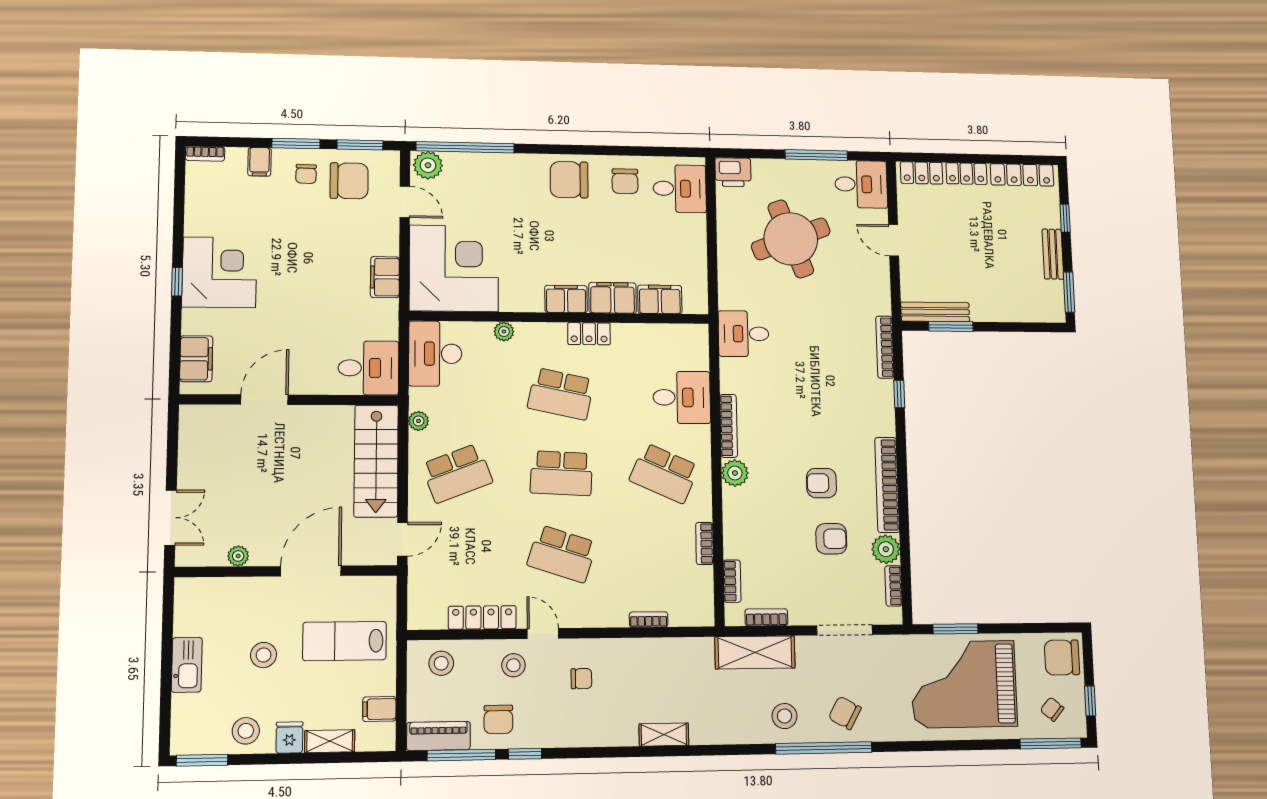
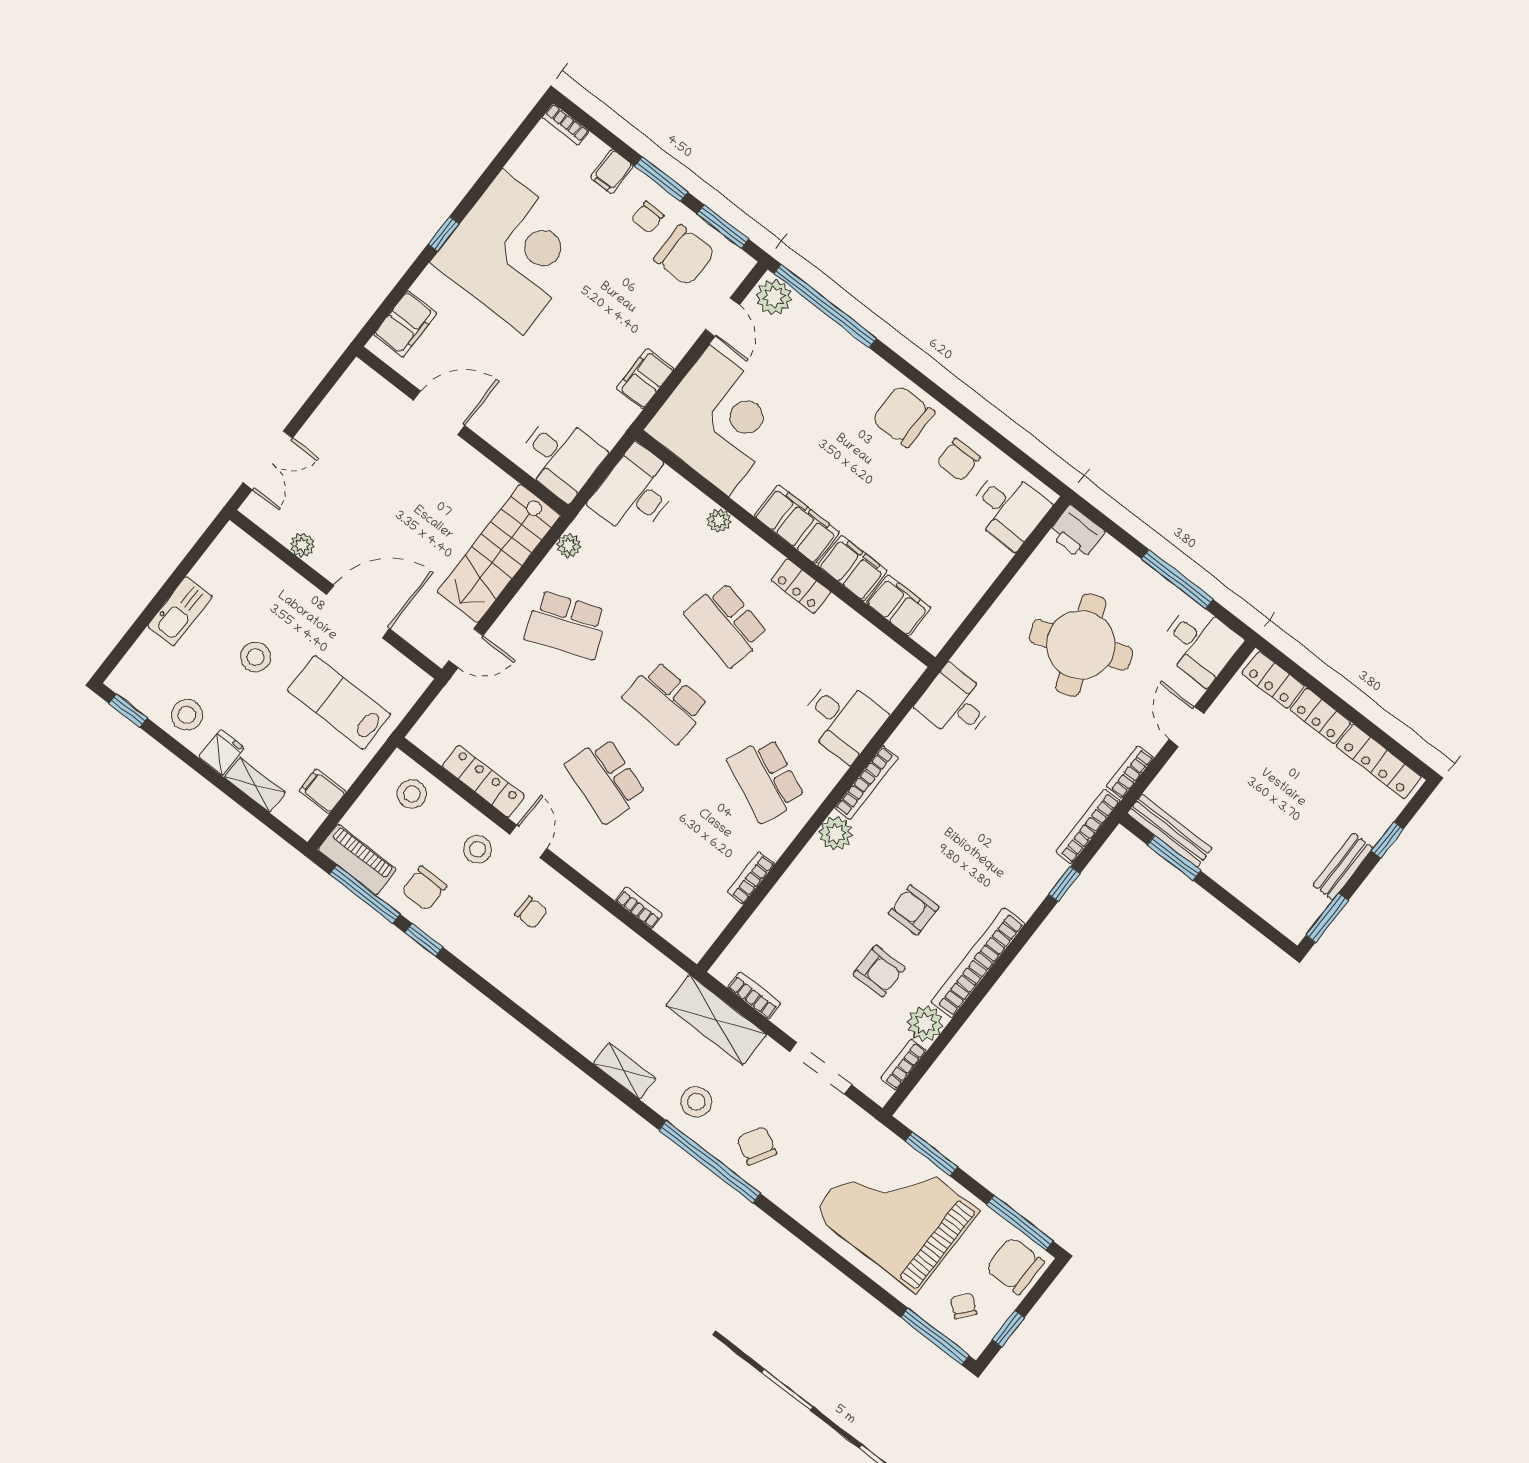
corner desk: (219, 272) -> (513, 252), width x1.36, depth x1.36
filing cabinet: (566, 299) -> (797, 524), width x1.50, depth x1.17
bookcase: (732, 581) -> (1130, 772), moved, turned 180
window: (1043, 628) -> (1020, 1223), added
shelving: (664, 735) -> (624, 1071), moved
window: (202, 760) -> (128, 711), width x0.67

